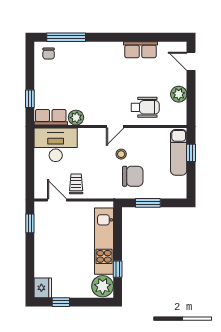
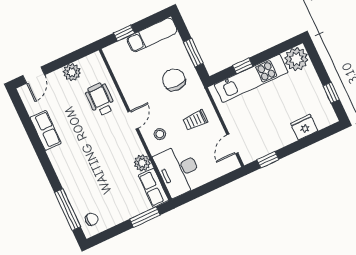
window: (30, 99) -> (145, 217), width x1.50
door: (115, 127) -> (133, 120), hinge flipped
exam couch: (179, 152) -> (152, 35), moved
stool: (121, 154) -> (160, 134), moved
trolley: (76, 184) -> (195, 120), moved
window: (118, 269) -> (243, 66), moved
fridge: (43, 288) -> (304, 127), moved

